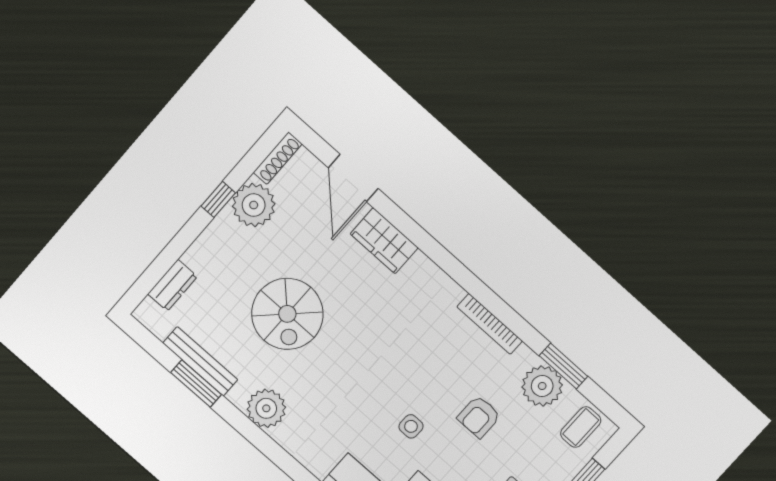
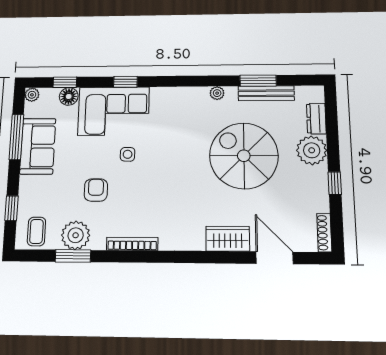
plant: (254, 205) -> (312, 150), moved
spiral stairs: (287, 314) -> (244, 156), width x1.37, depth x1.37
plant: (266, 408) -> (217, 93), width x0.53, depth x0.53

